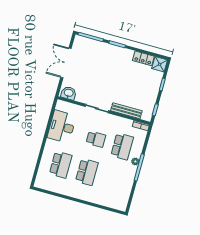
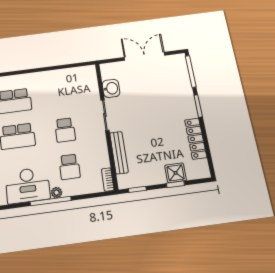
locker: (143, 58) -> (196, 139), width x1.53
shower: (160, 64) -> (176, 173), moved
washbasin: (69, 93) -> (111, 88), moved
desk: (62, 127) -> (28, 185), moved, turned 180
school desk: (122, 146) -> (70, 167), width x0.54

